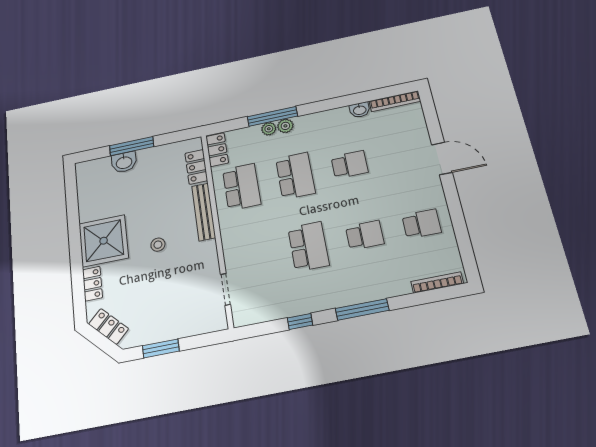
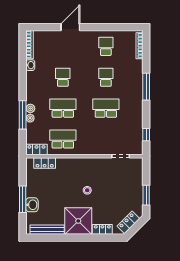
bench: (204, 212) -> (47, 230), moved
window: (300, 321) -> (146, 135), moved

